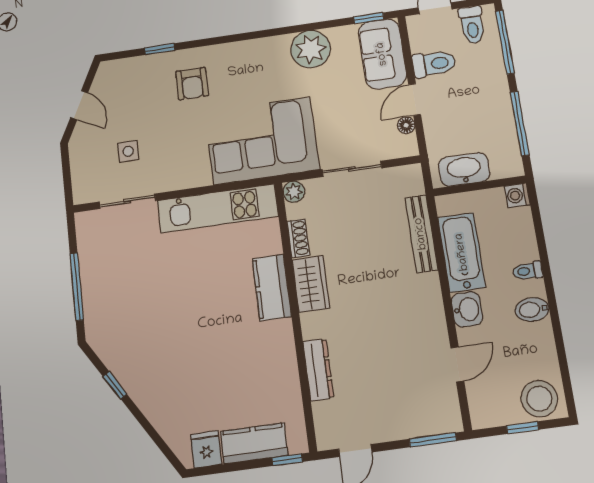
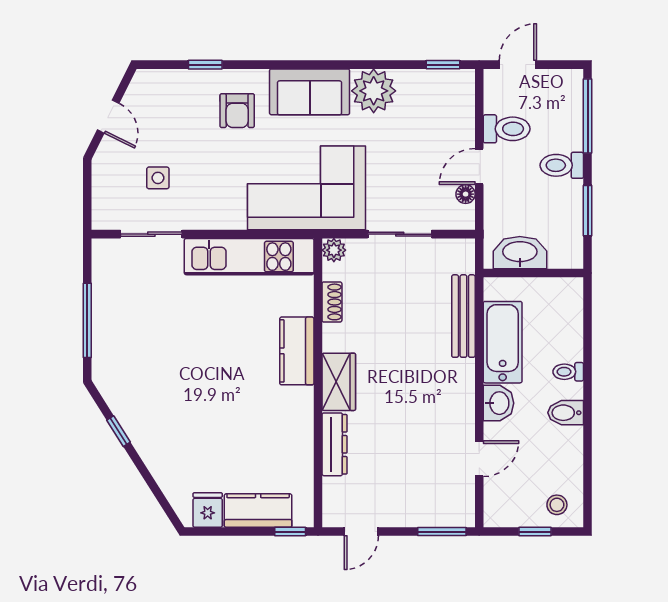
toilet: (472, 25) -> (562, 165), moved, turned 90
sofa: (382, 54) -> (310, 92), moved, turned -90
window: (520, 124) -> (588, 211), width x0.69
washing machine: (517, 195) -> (571, 289), removed
wardrobe: (311, 284) -> (339, 382), moved
stool: (539, 399) -> (557, 505), width x0.53, depth x0.53

